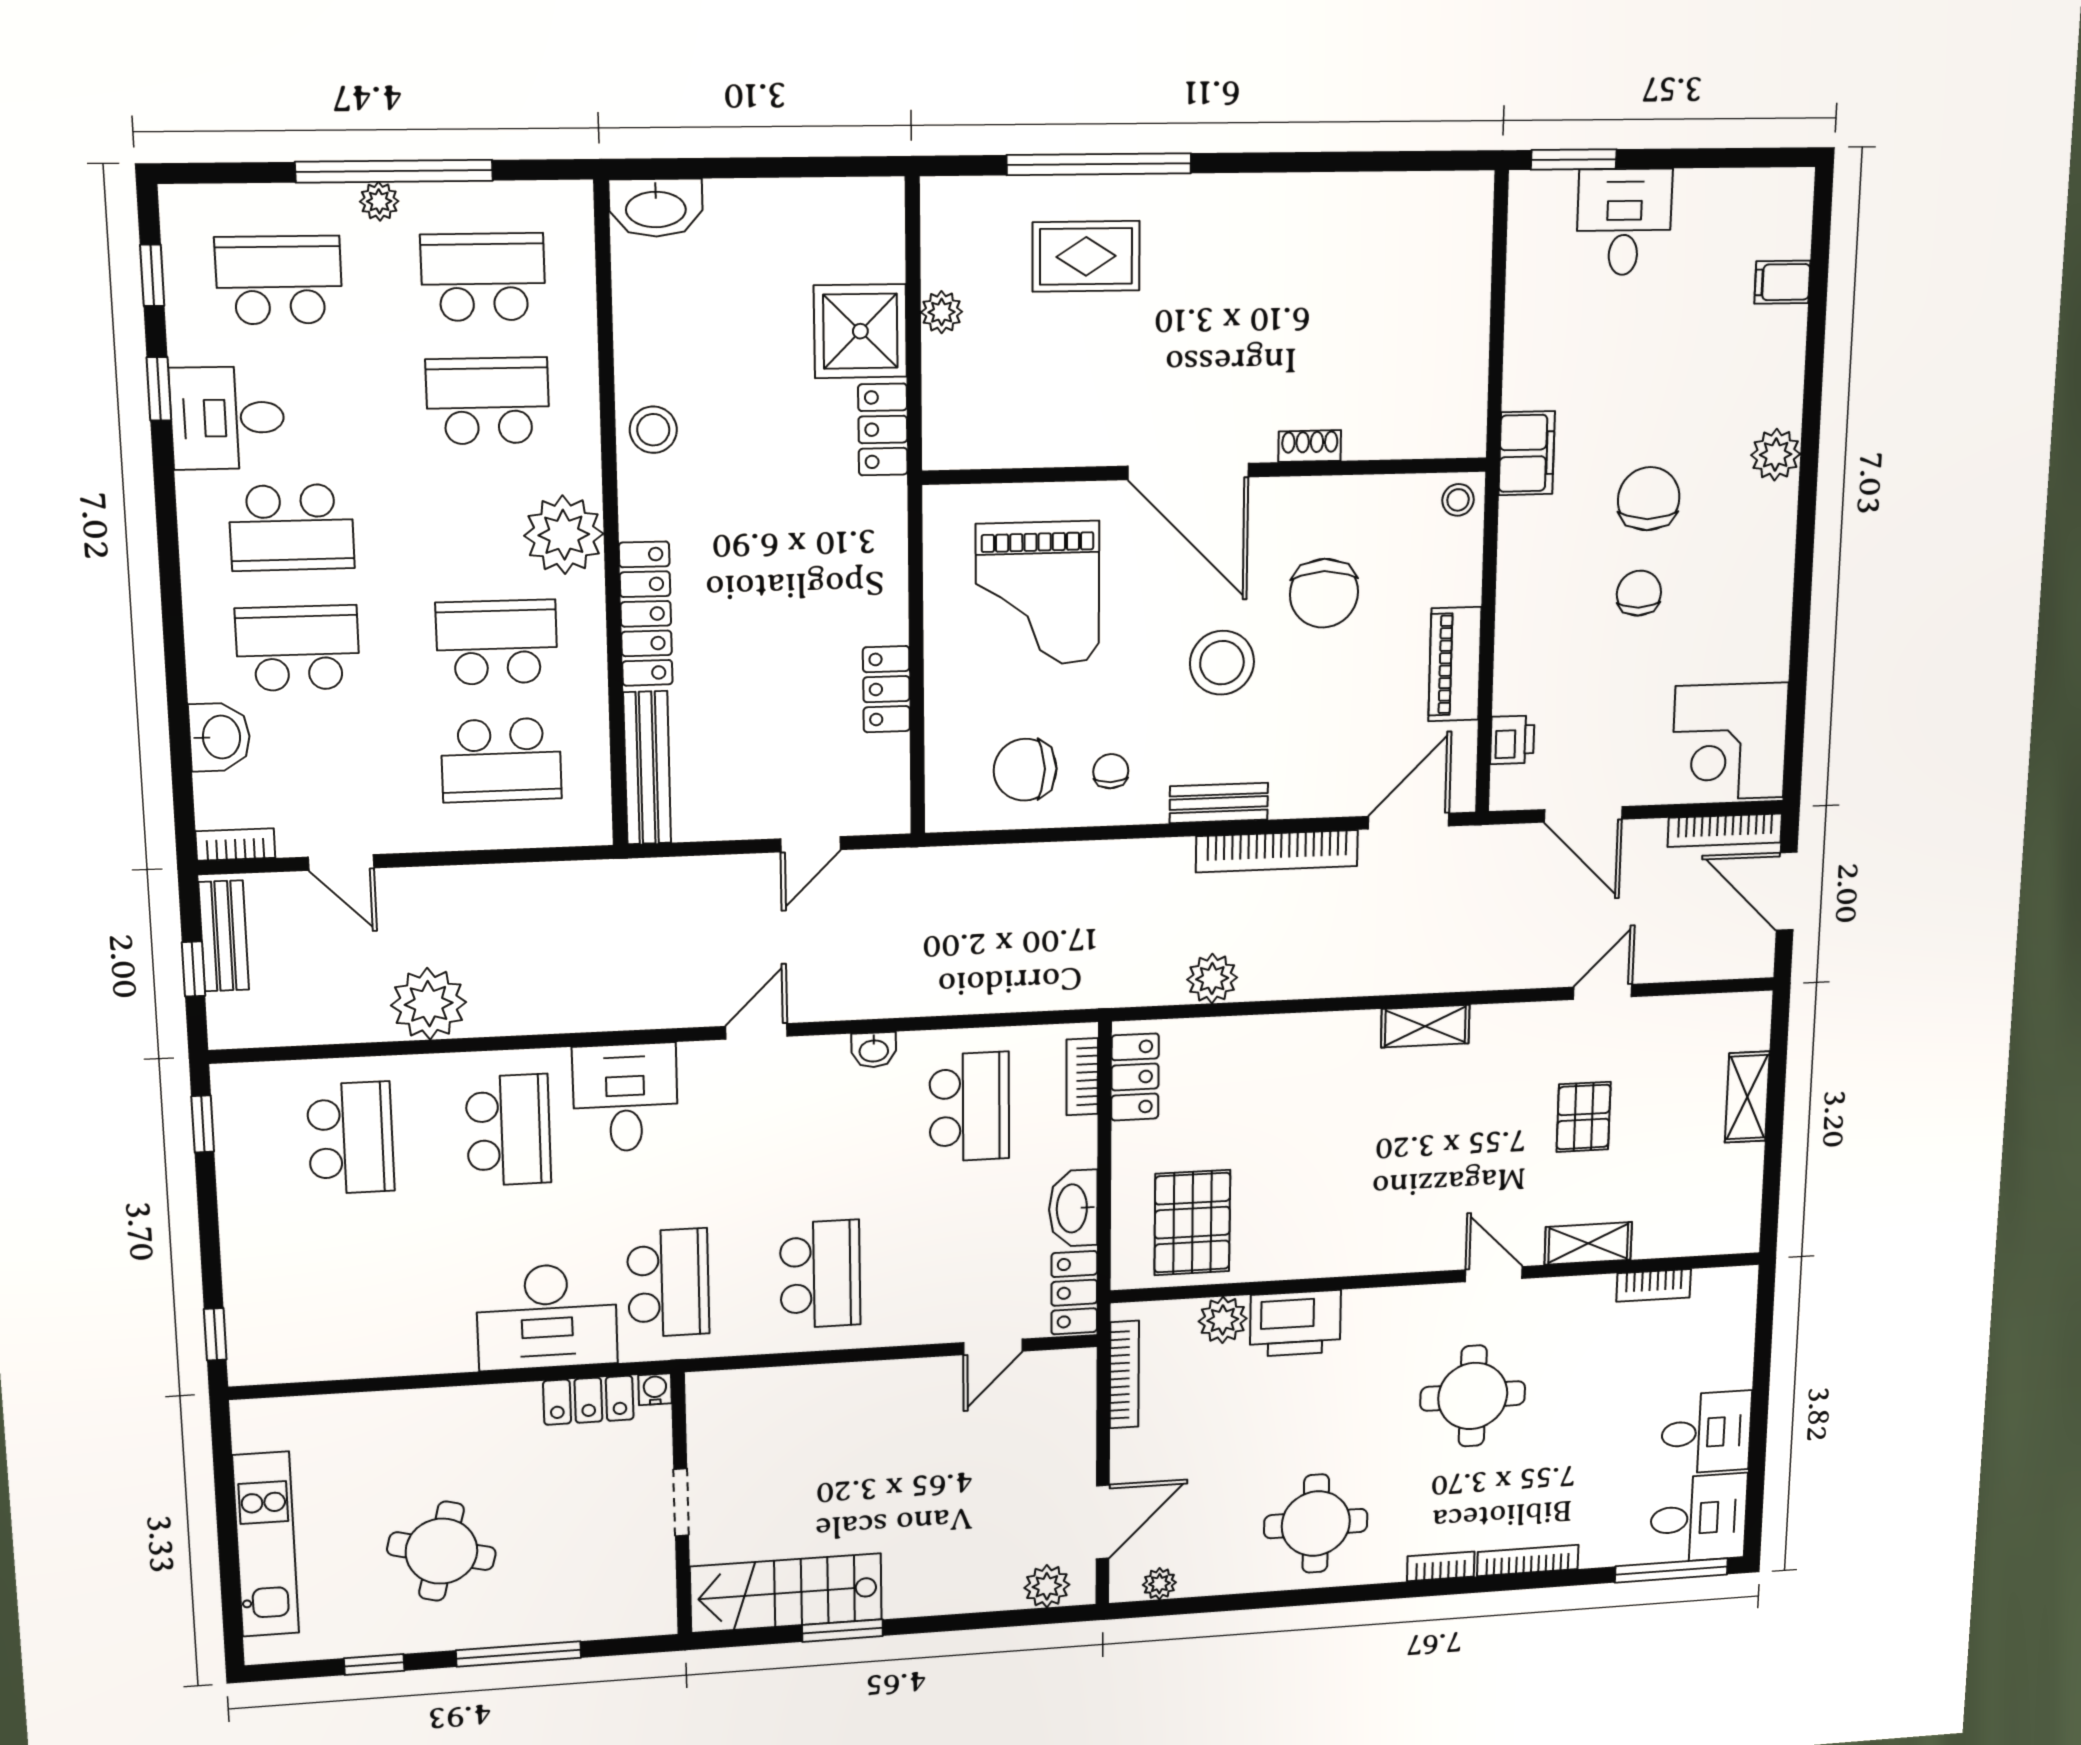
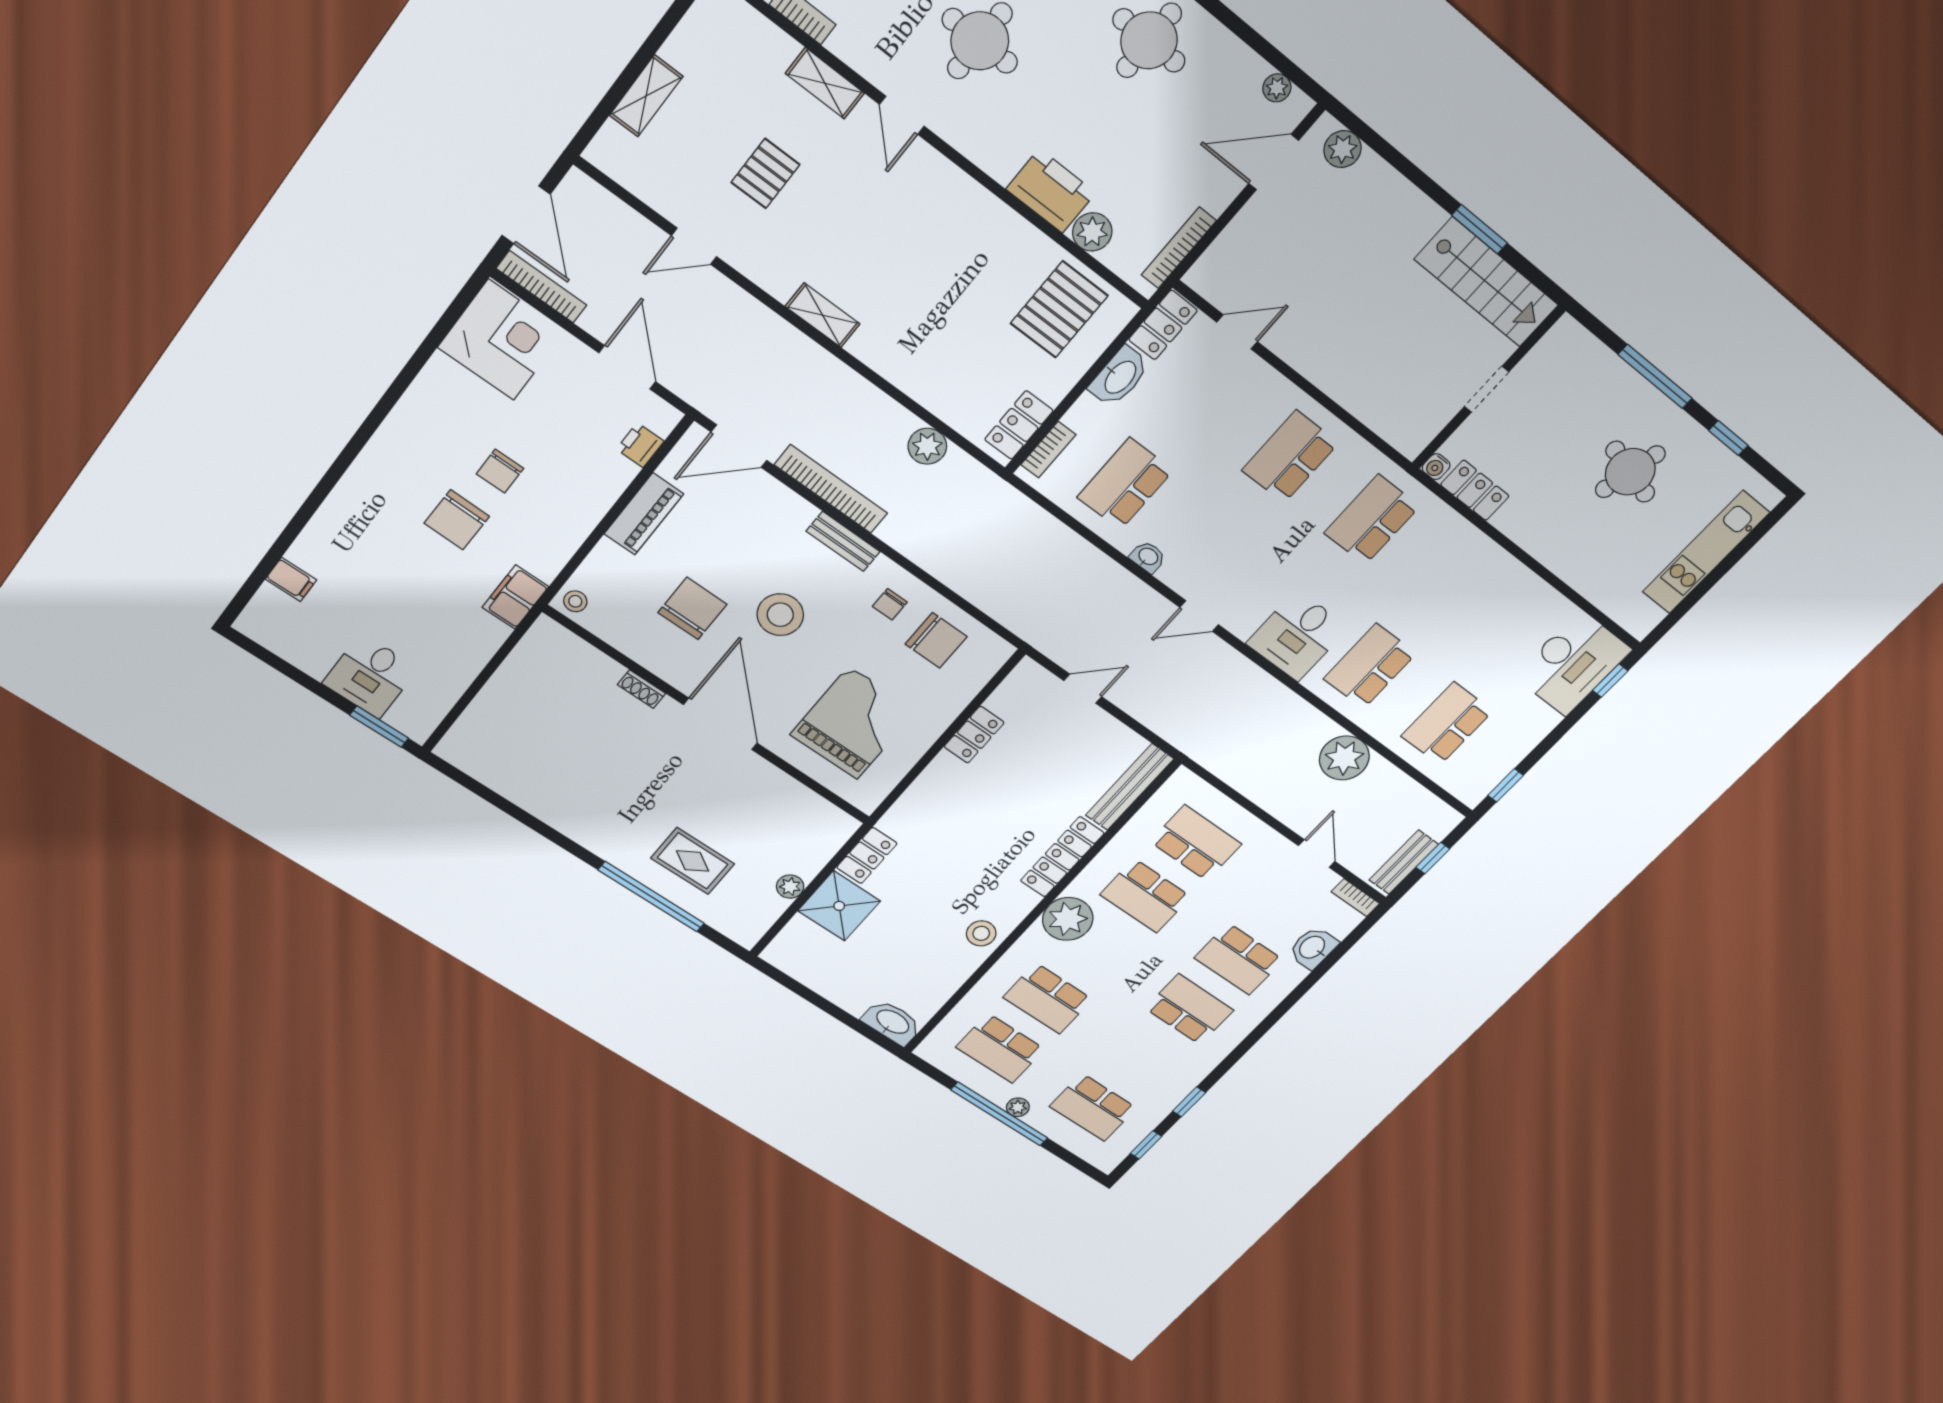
desk: (227, 418) -> (1172, 1071), removed
plant: (1776, 455) -> (358, 488), removed
desk: (547, 1317) -> (1573, 663), moved, turned 90

